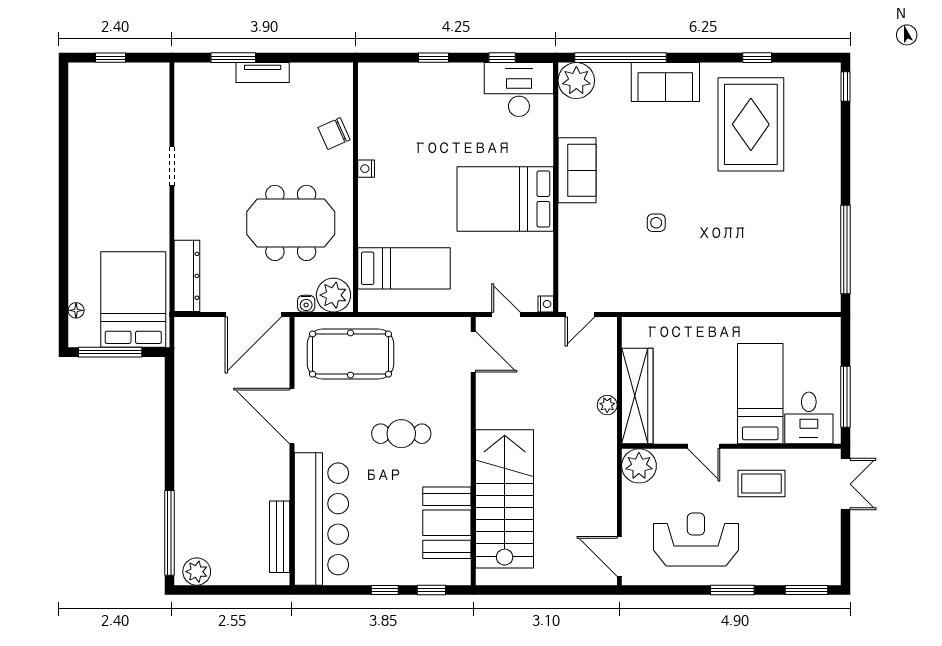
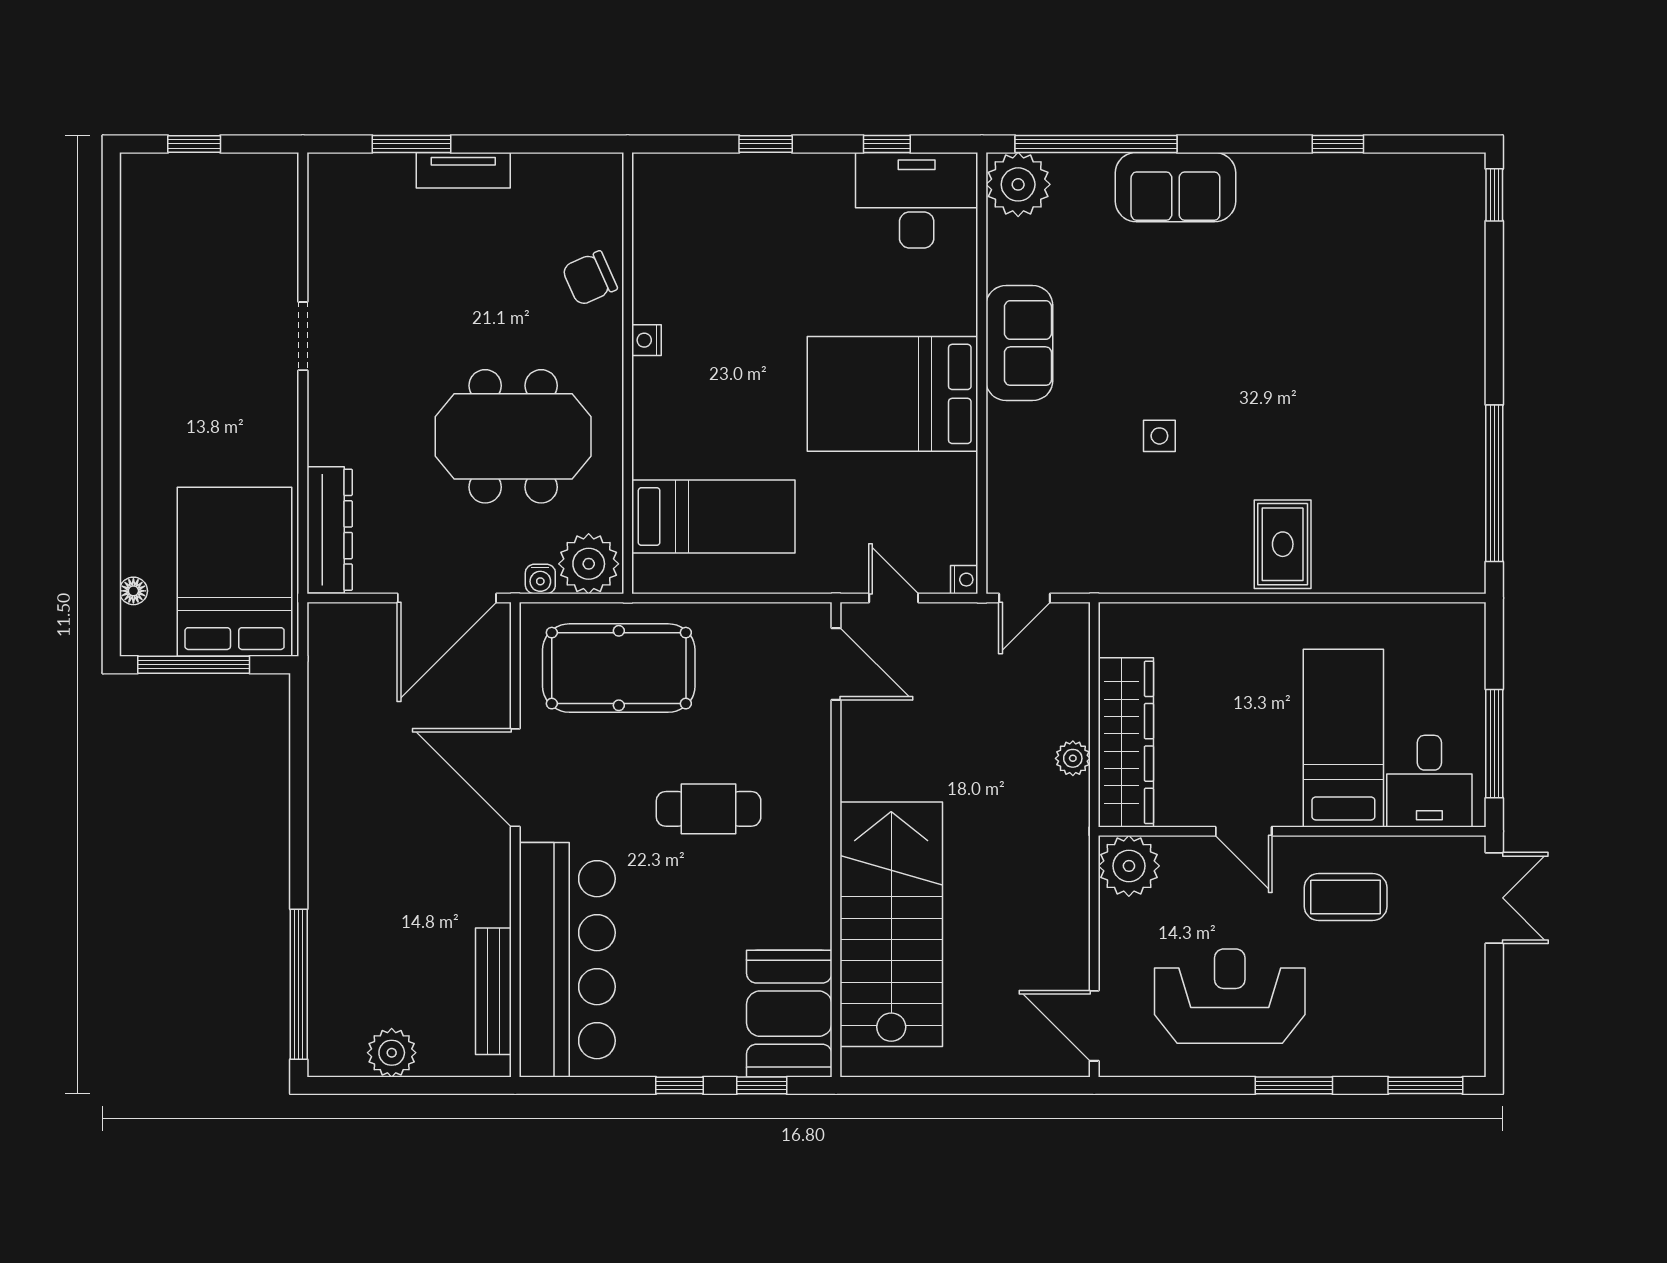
rug: (751, 124) -> (1283, 544), moved, width x0.54, depth x0.49
booth: (447, 523) -> (789, 1014), moved
plant: (197, 572) -> (392, 1053), moved

